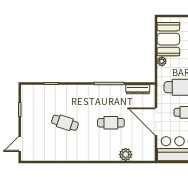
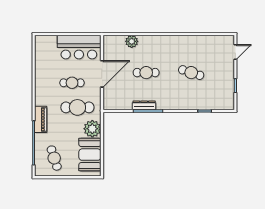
plant: (162, 61) -> (92, 129), width x1.88, depth x1.88
dresser: (138, 89) -> (144, 105), moved
door: (156, 122) -> (102, 74), hinge flipped

